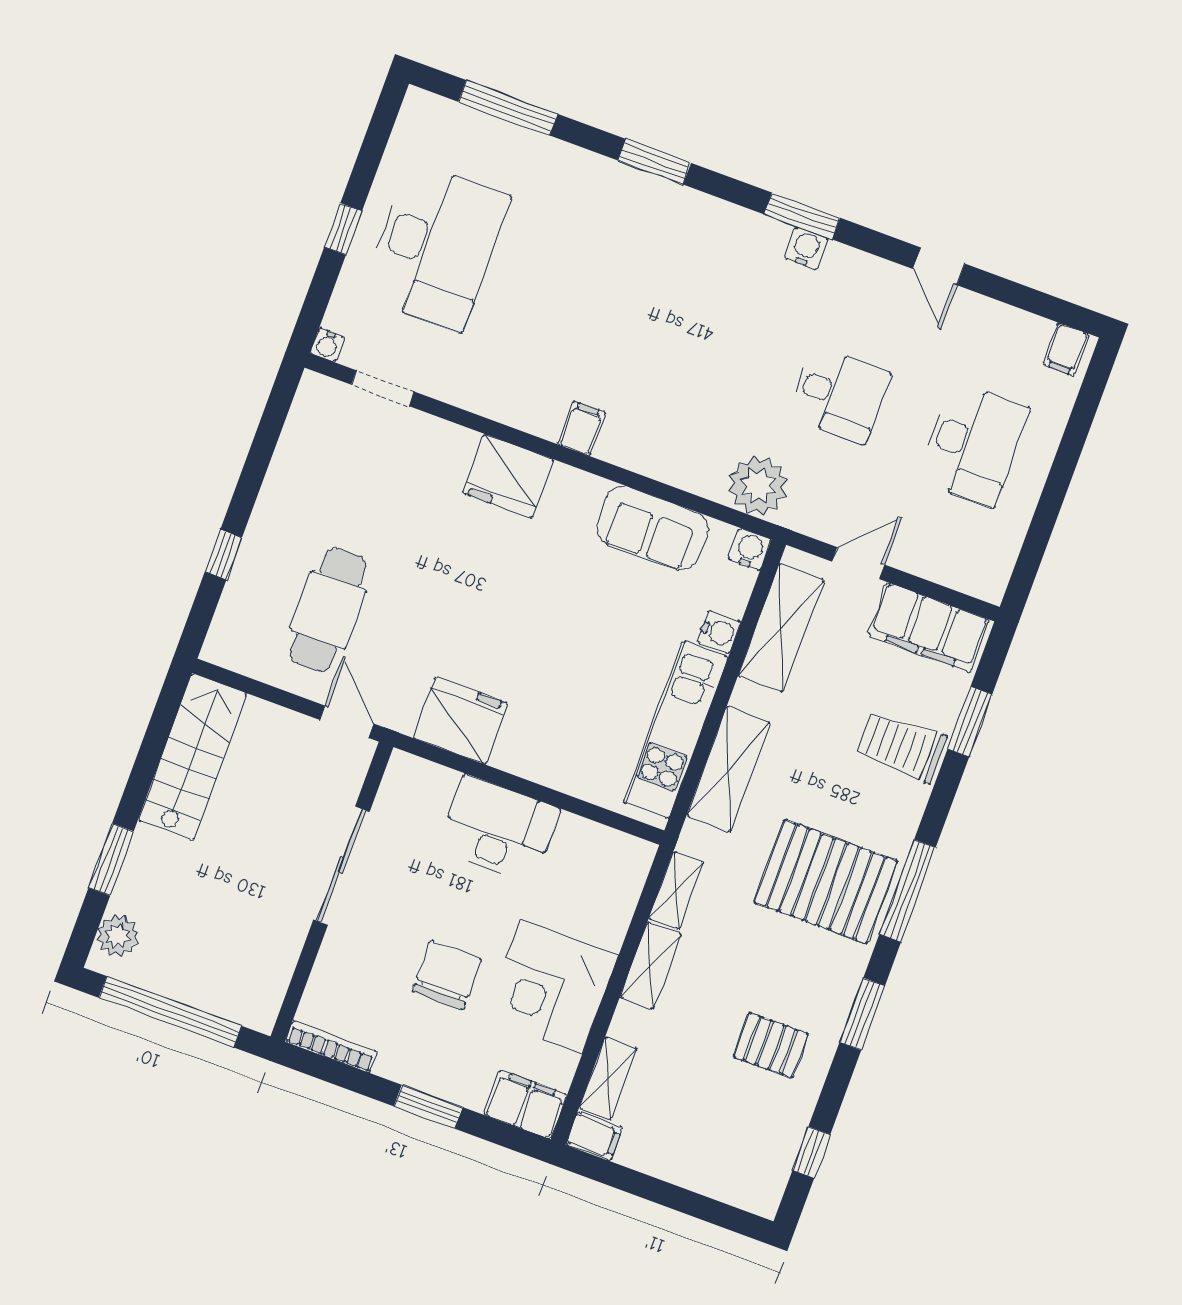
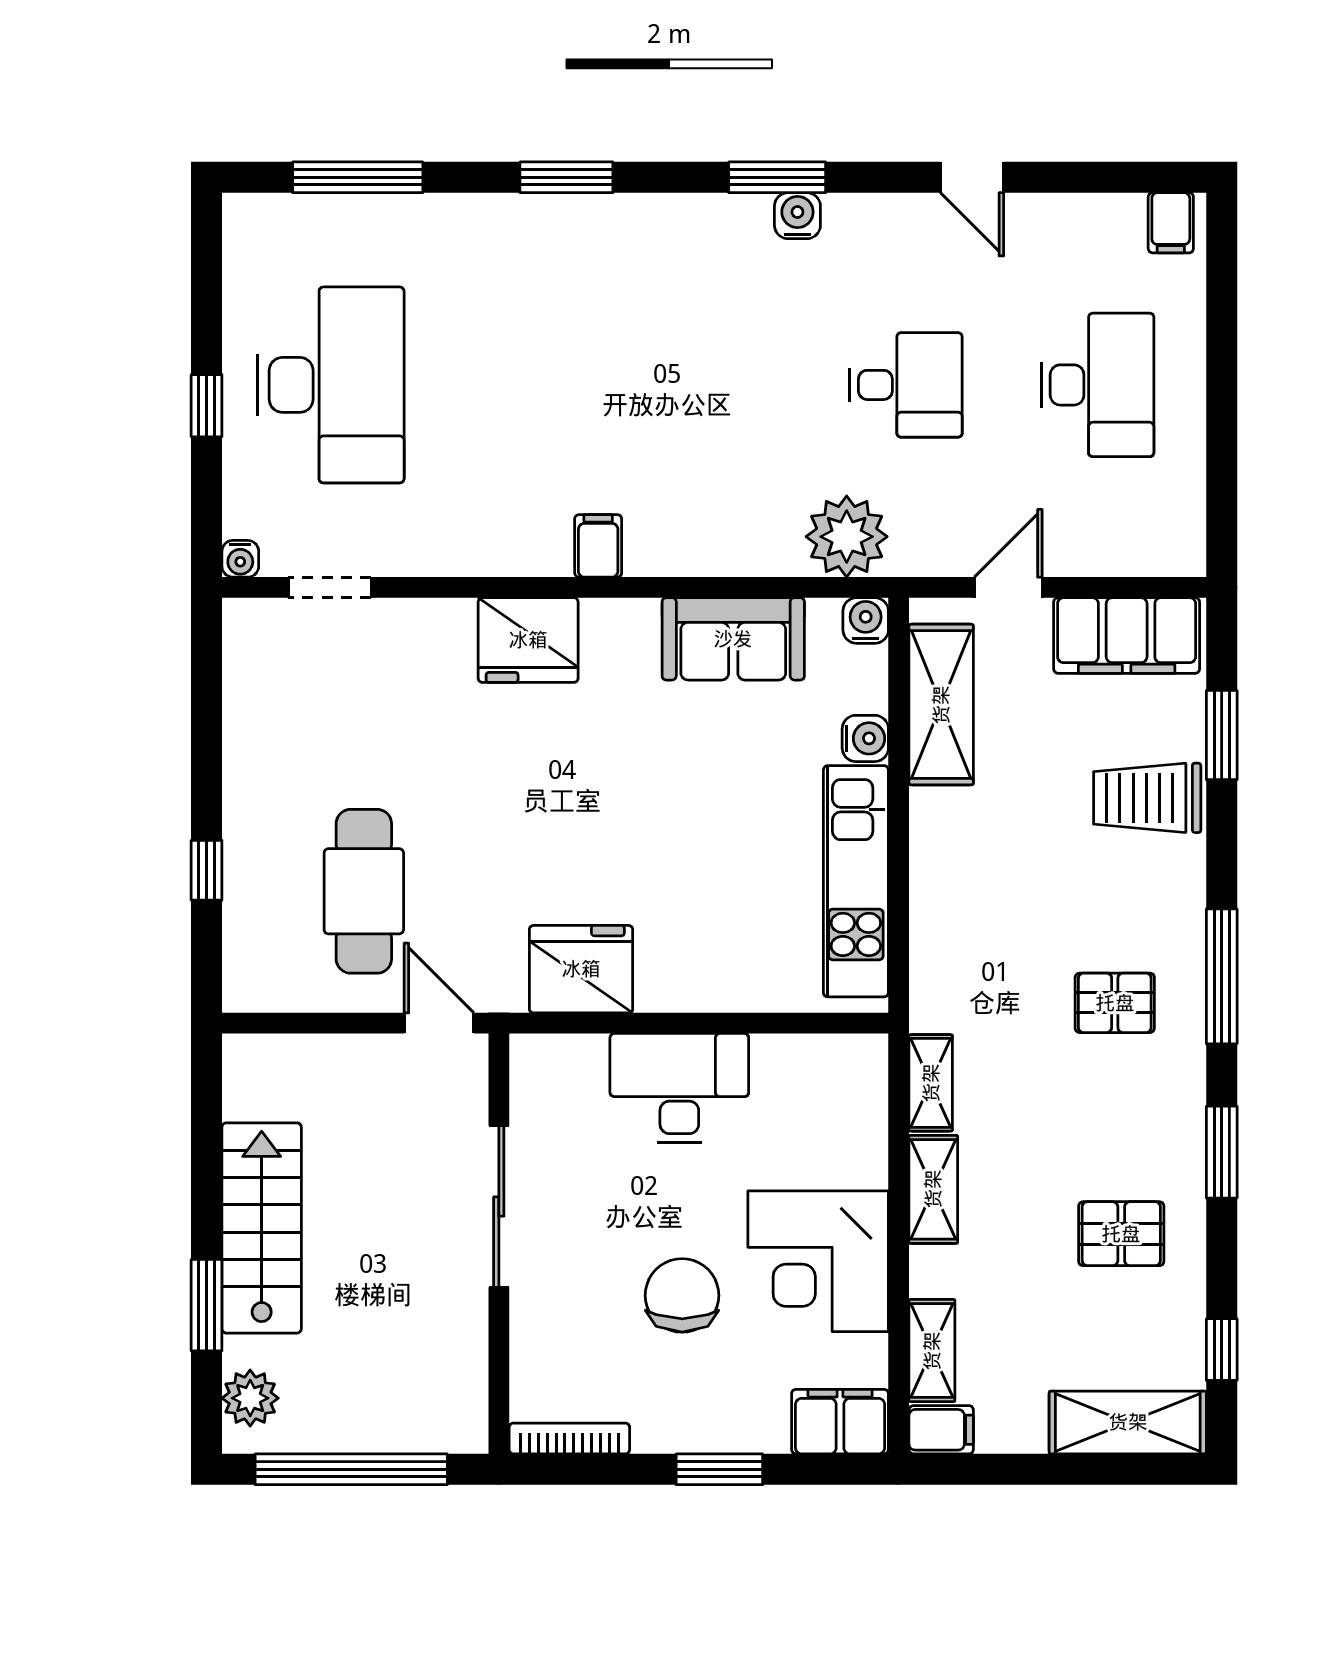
stairs: (193, 757) -> (262, 1228), moved
shelving: (729, 769) -> (1128, 1422), moved, turned 90
pallet: (826, 882) -> (1115, 1003), width x0.49, depth x0.50

